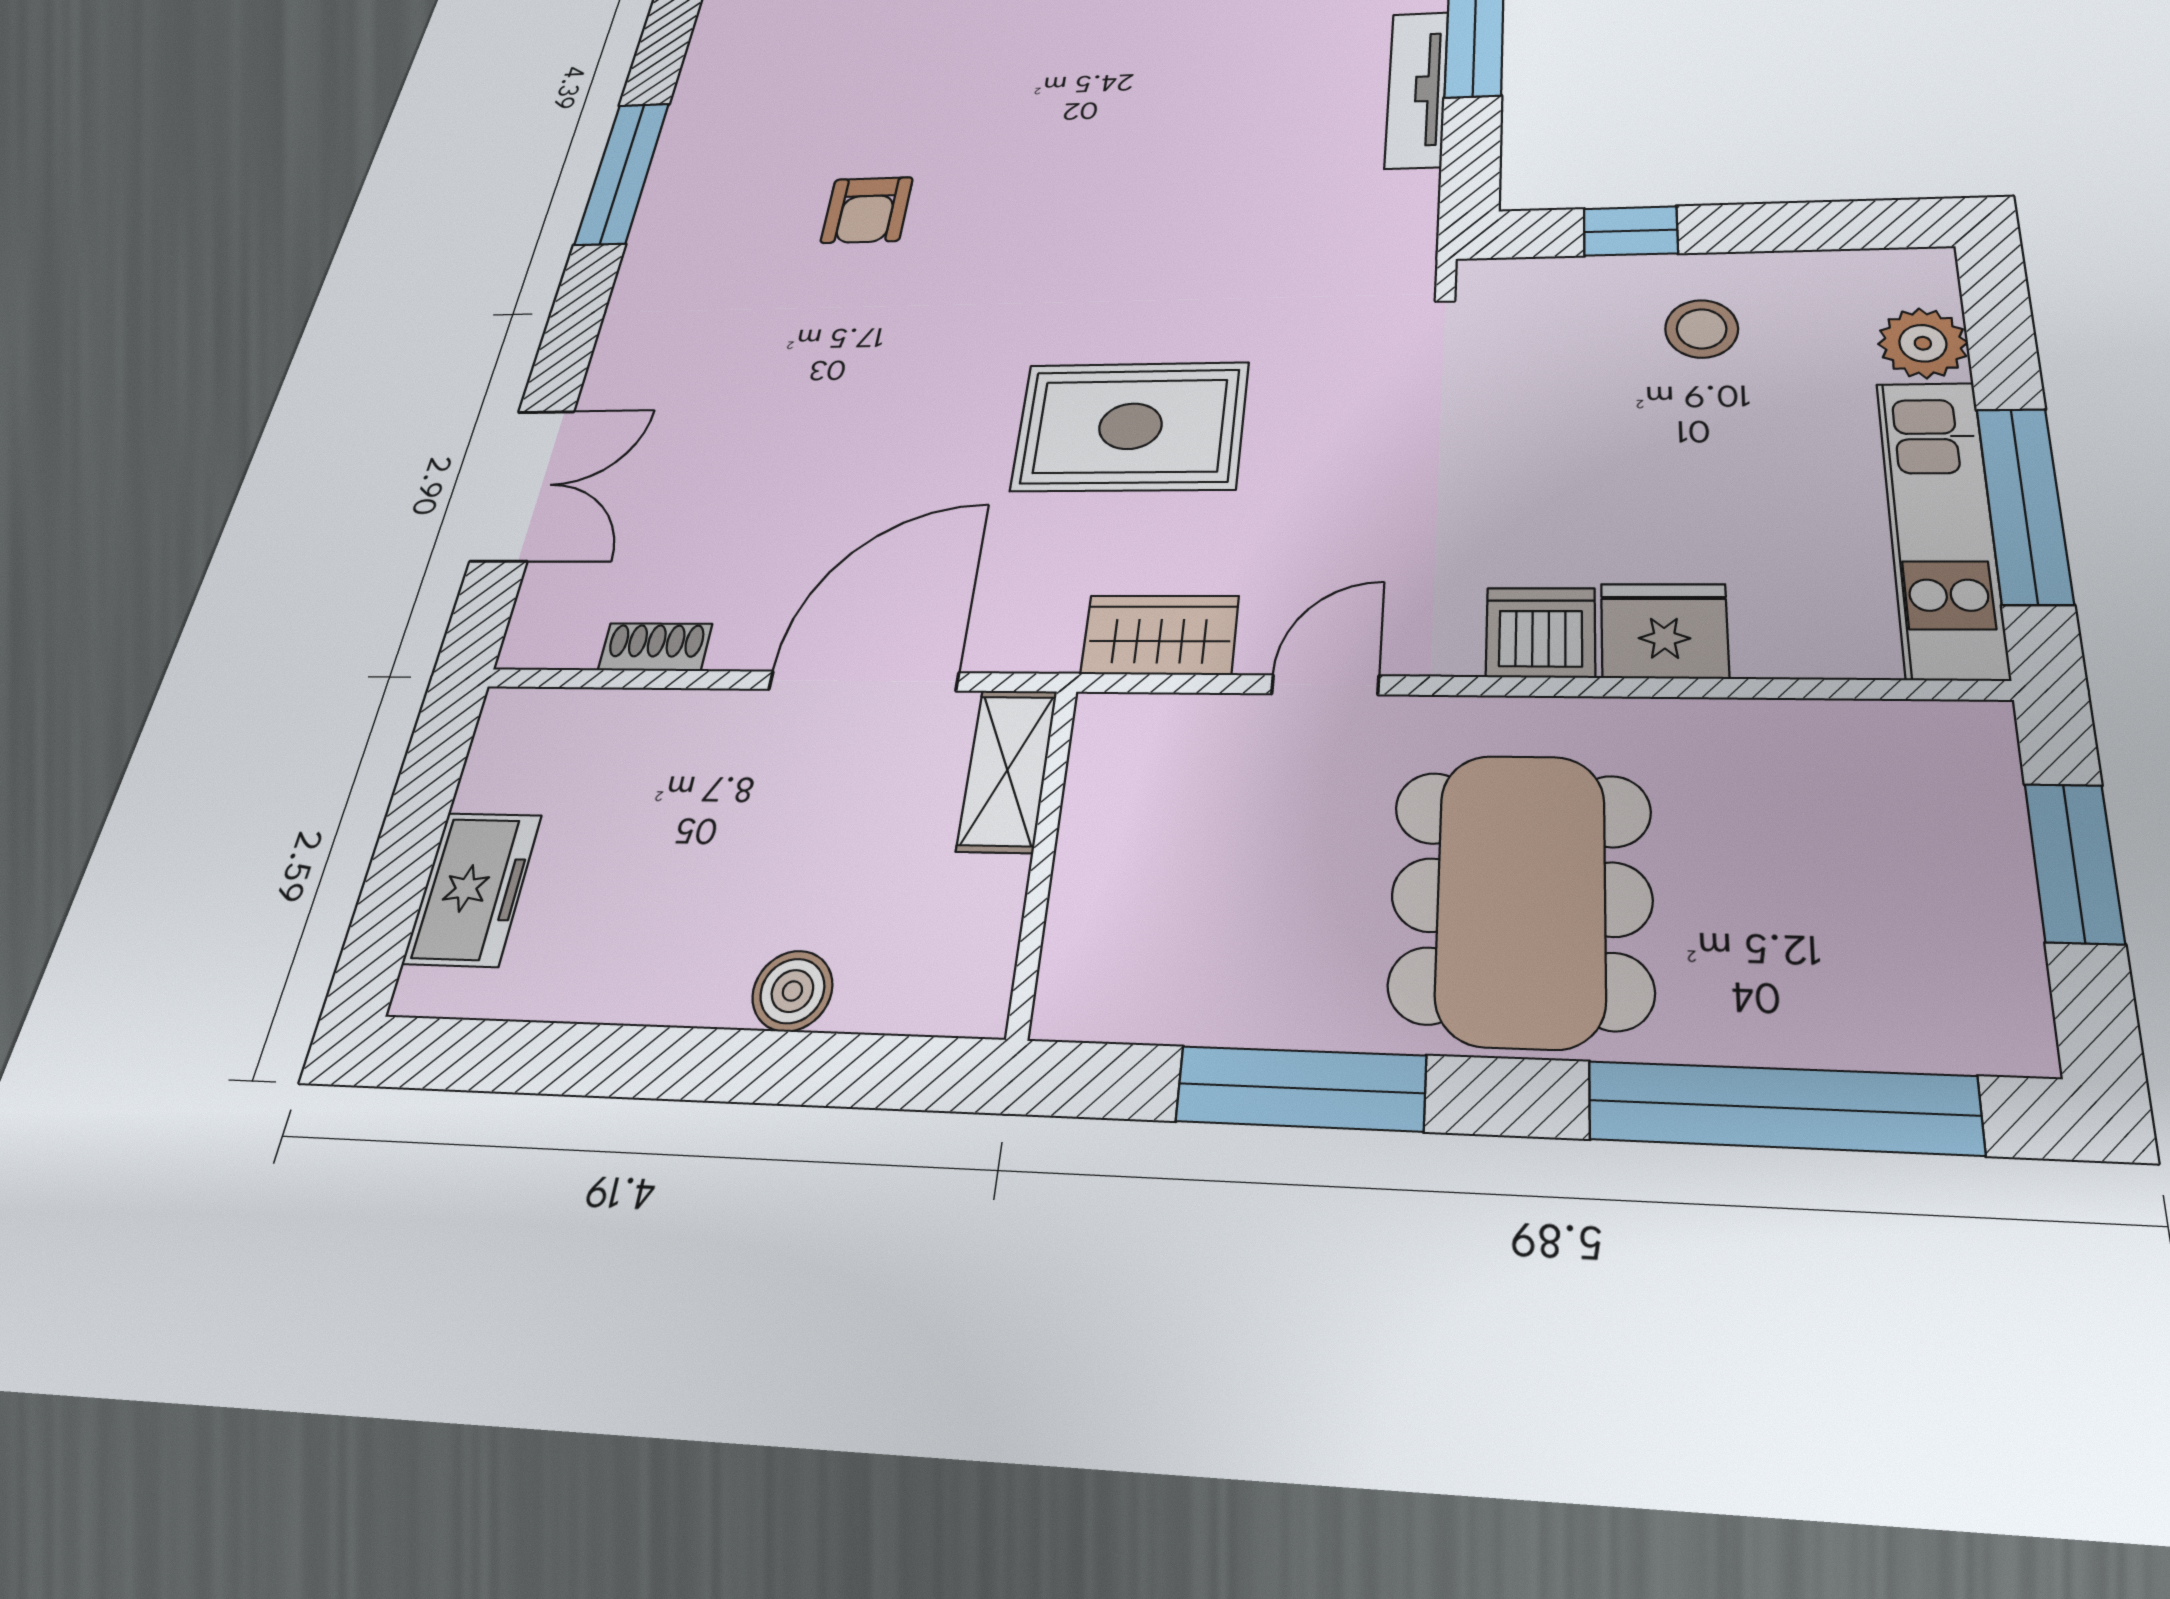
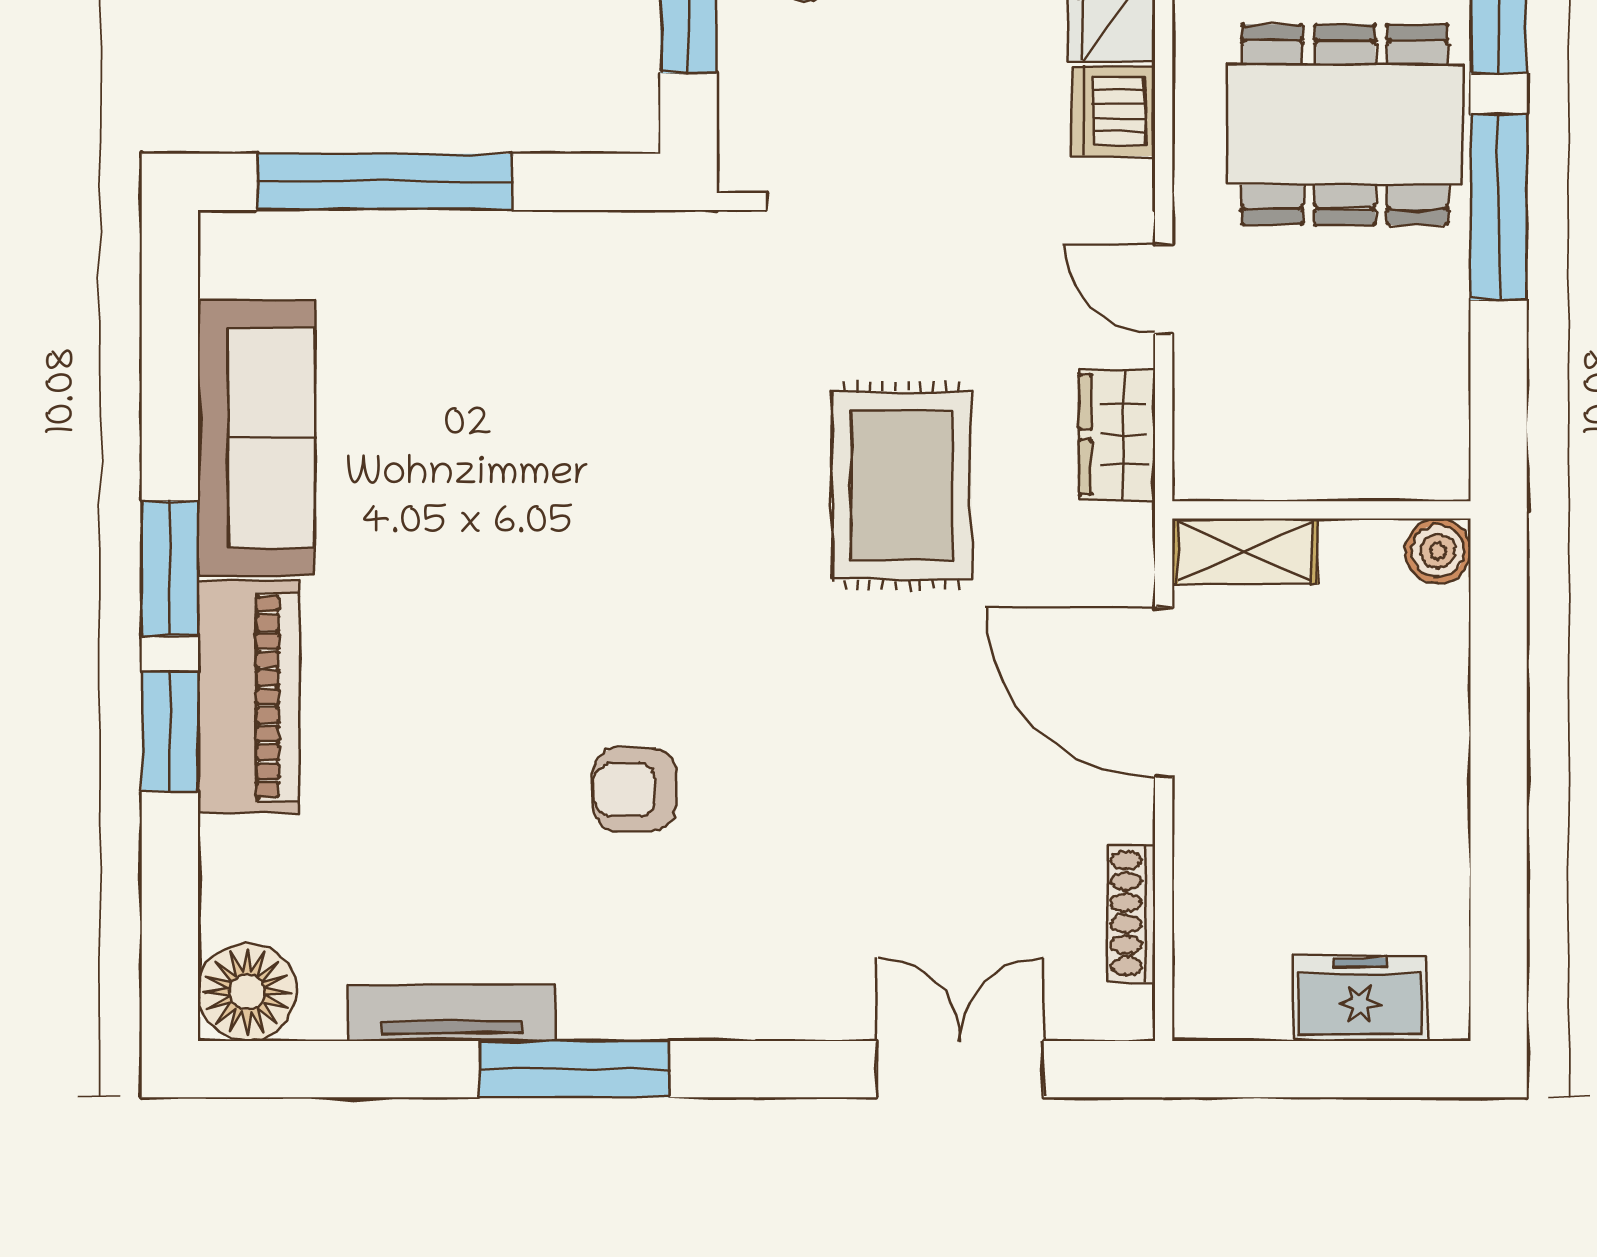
tv unit: (1417, 89) -> (452, 1013), moved, turned 180
armchair: (867, 210) -> (635, 789), turned 180
shoe rack: (655, 647) -> (1132, 913), width x1.43
boiler: (792, 991) -> (1438, 551), moved
window: (1301, 1088) -> (1499, 207), moved

